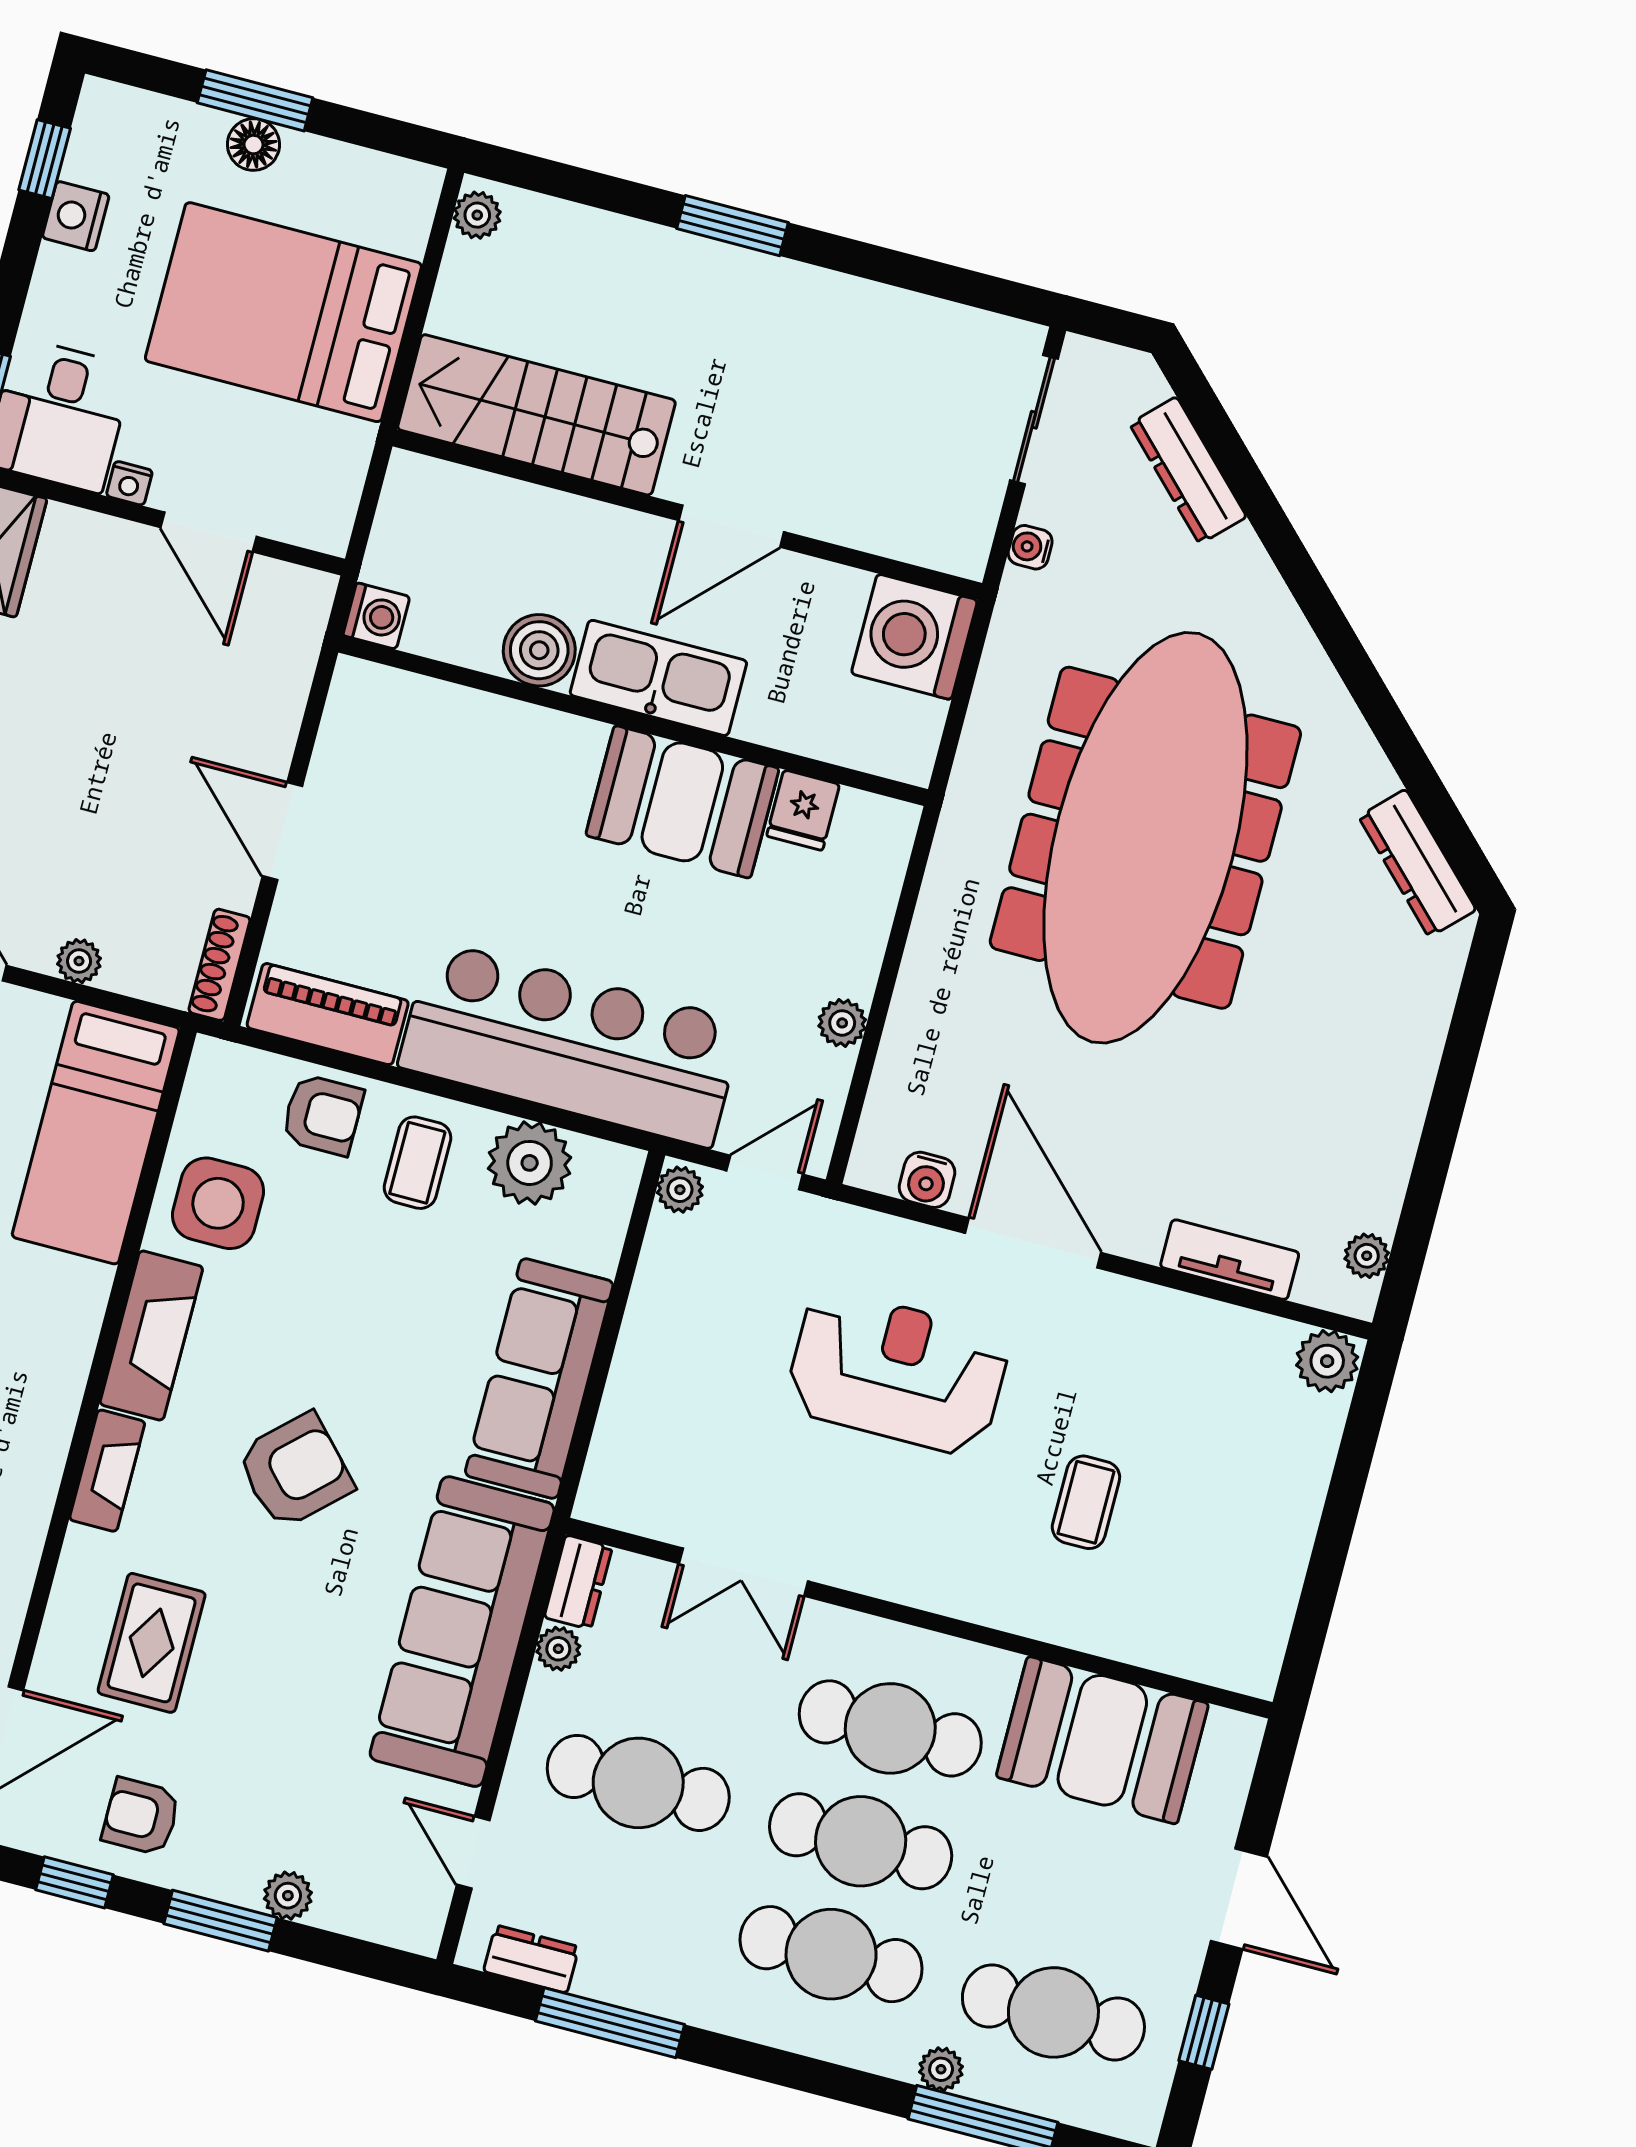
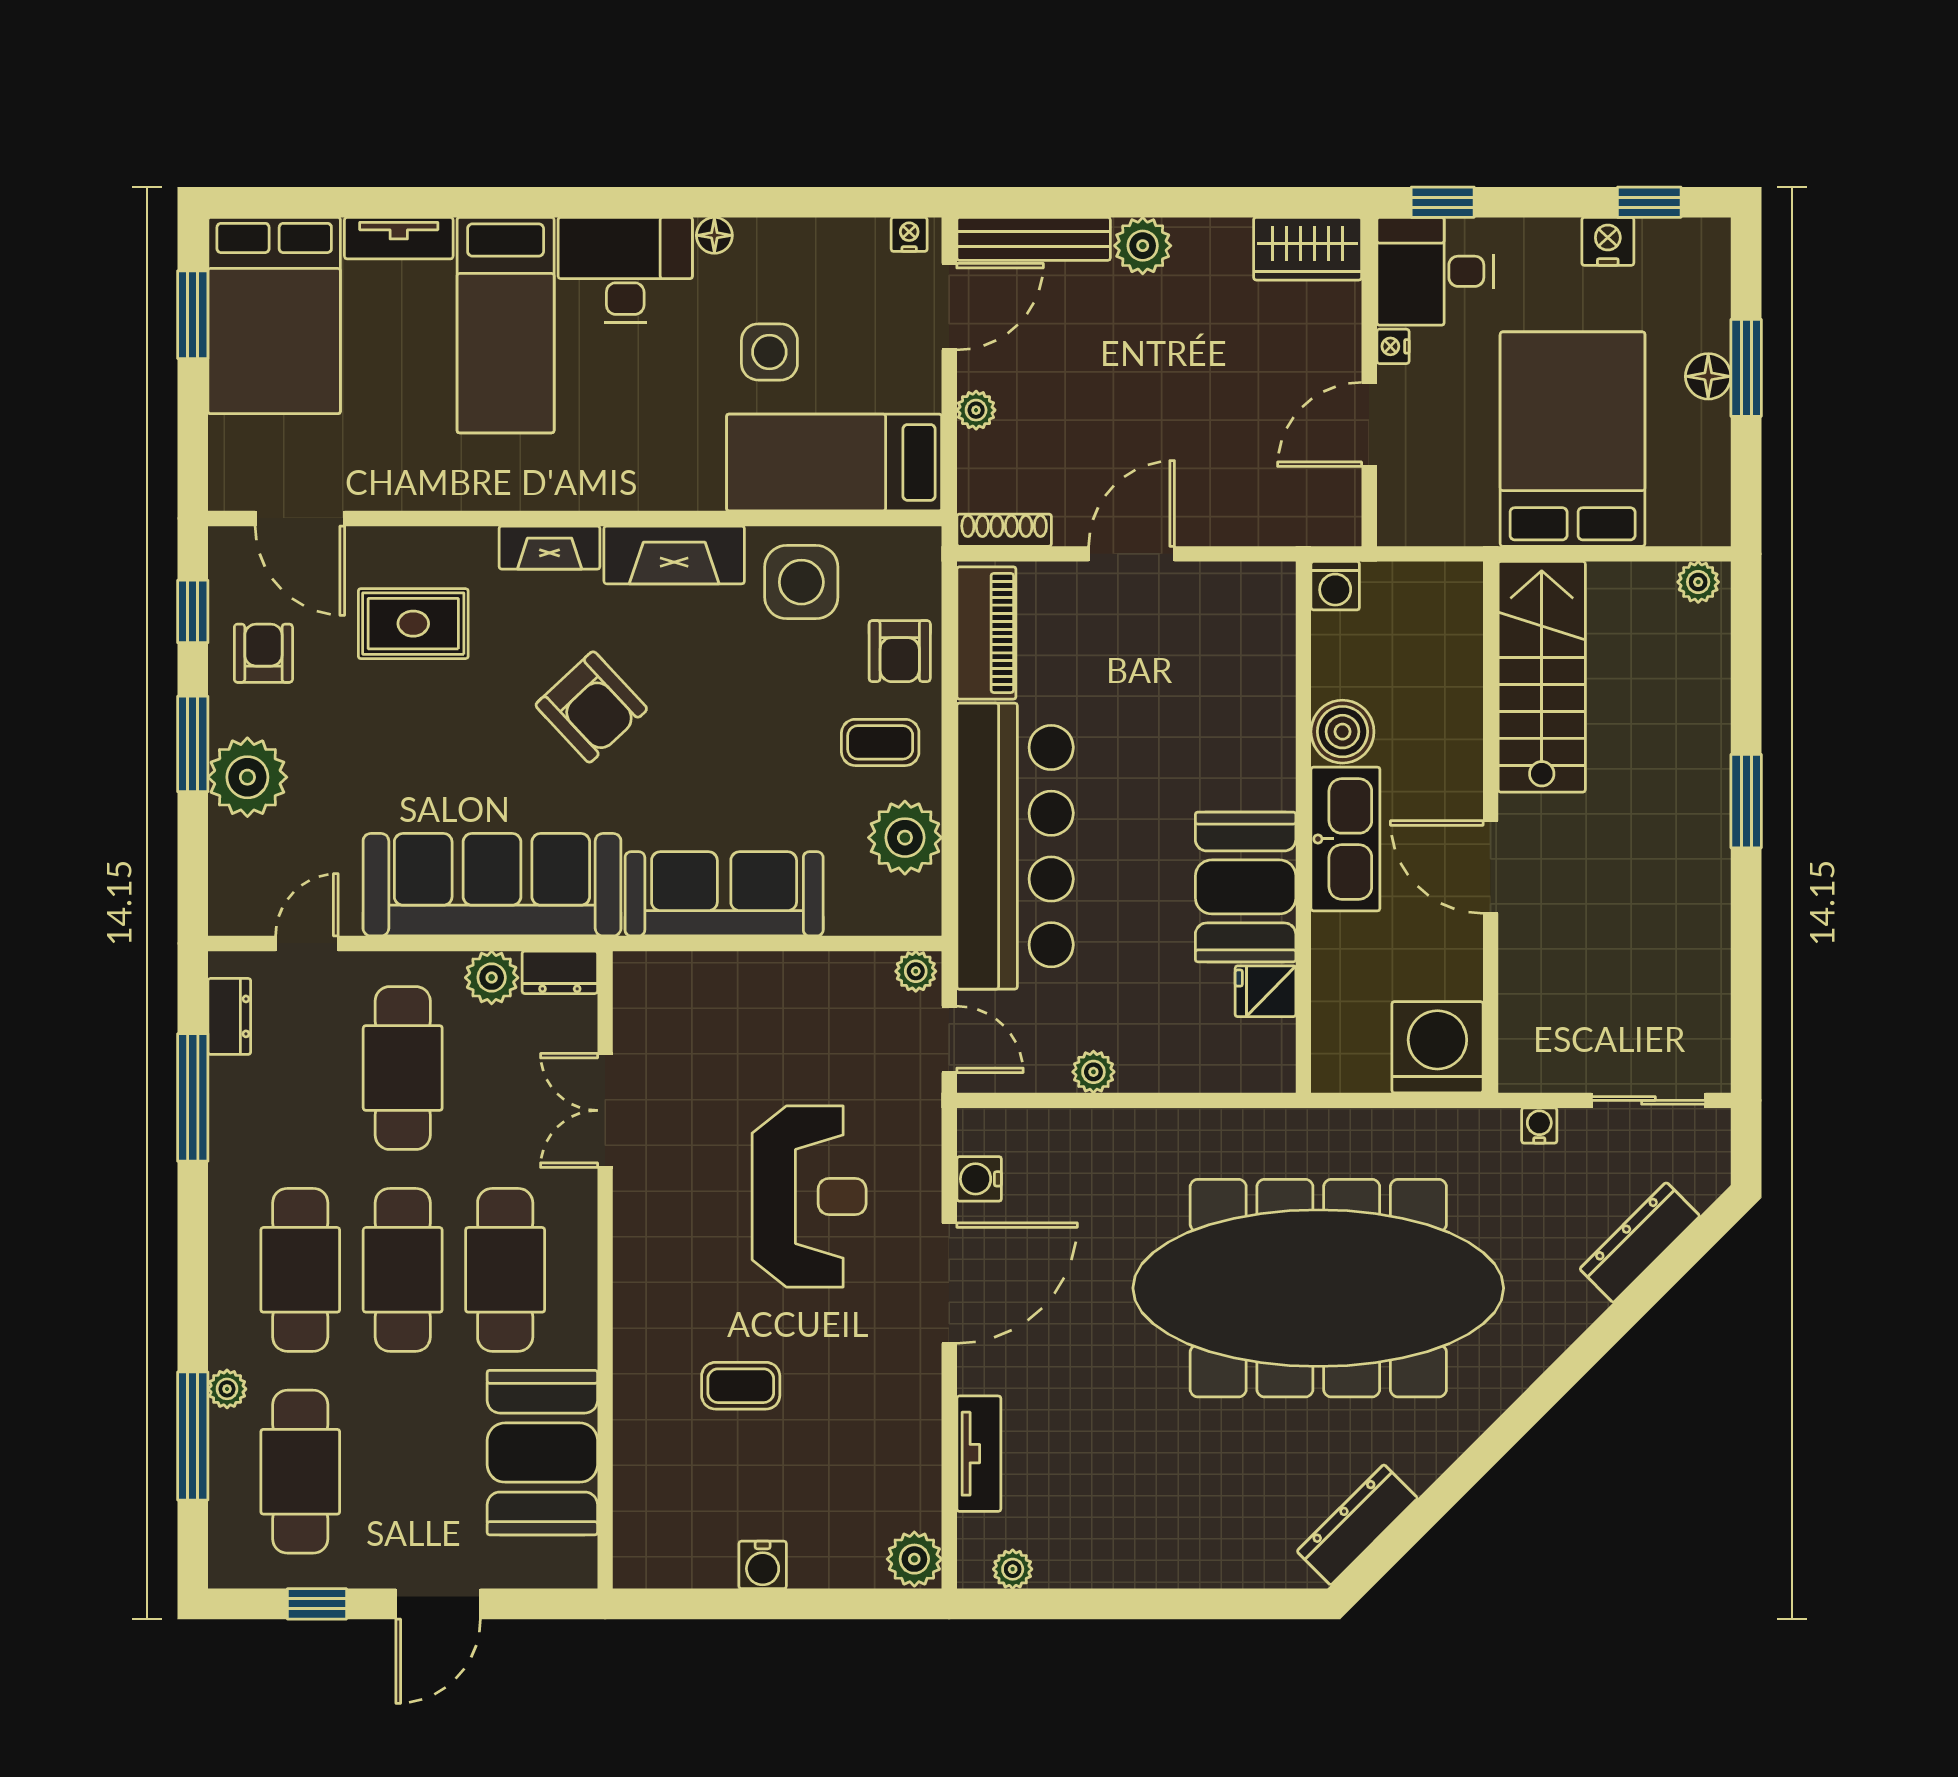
water cooler: (1290, 1530) -> (763, 1565), added
plant: (558, 1649) -> (492, 978), width x1.38, depth x1.38
plant: (288, 1896) -> (247, 777), width x1.88, depth x1.88

